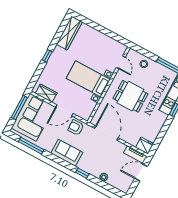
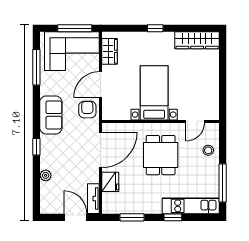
door: (64, 110) -> (101, 85), hinge flipped
window: (161, 136) -> (132, 217), added
fridge: (145, 146) -> (110, 182), moved

